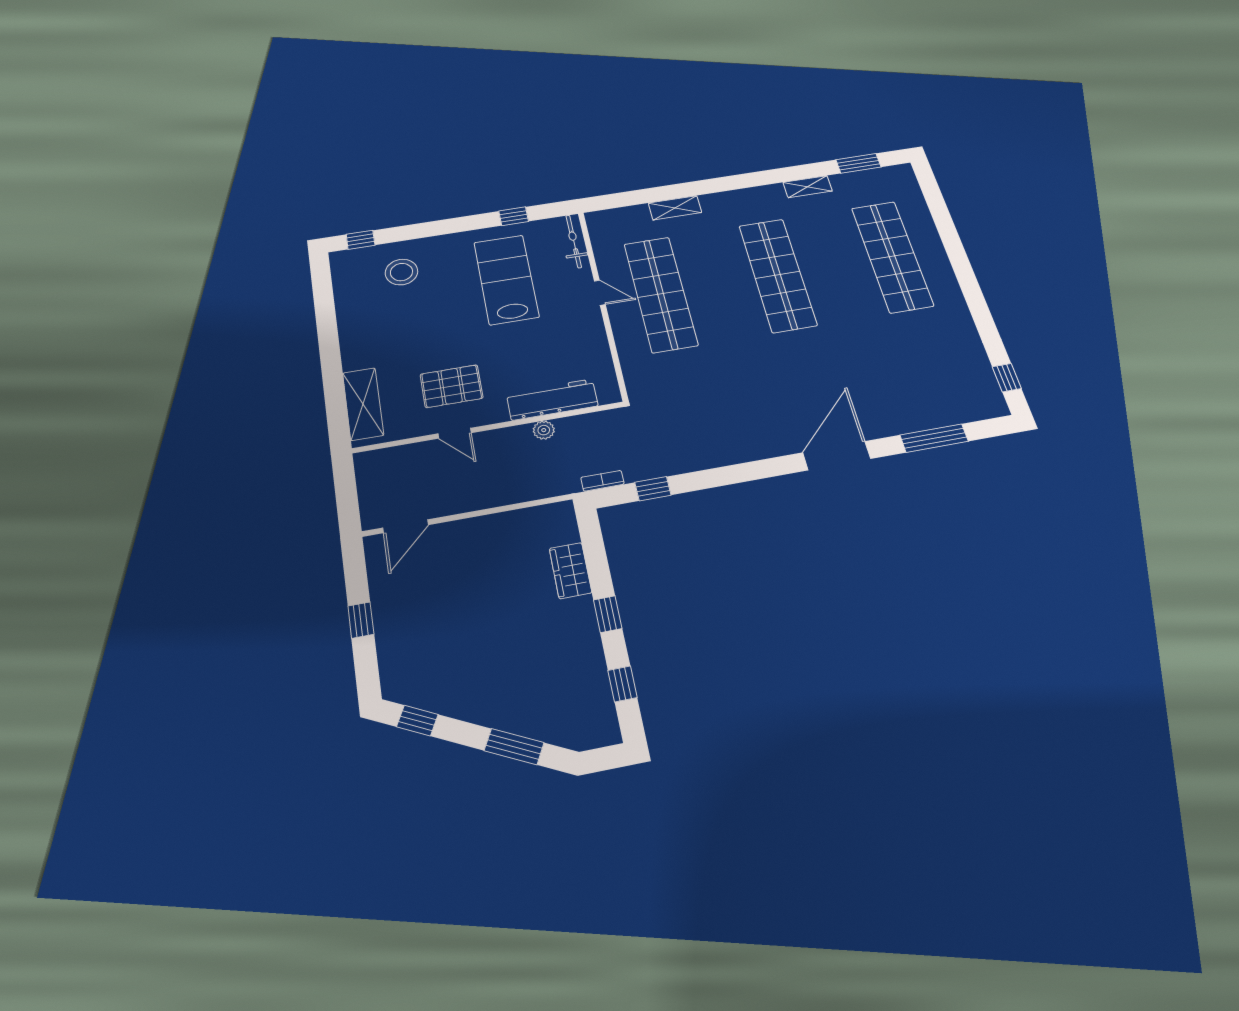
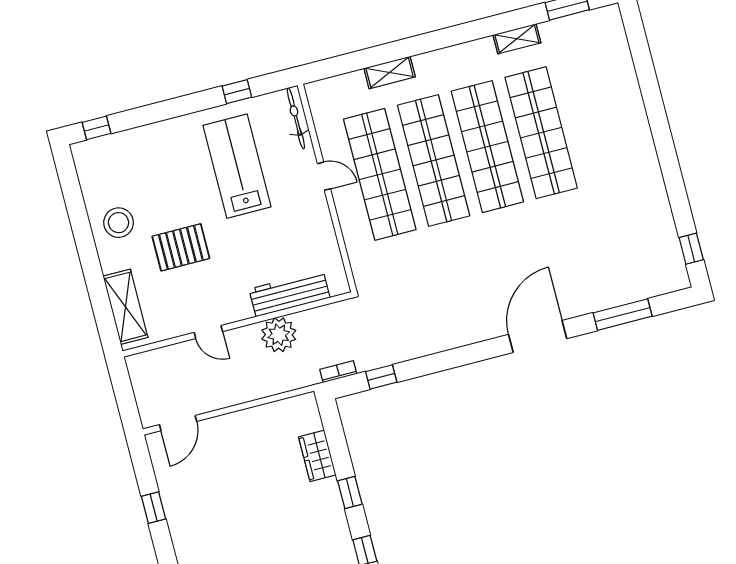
shop shelf: (892, 256) -> (541, 133), moved
stool: (401, 272) -> (119, 223), moved
shop shelf: (719, 284) -> (434, 160), added
pallet: (452, 386) -> (181, 247), moved
plant: (544, 430) -> (279, 335), width x1.87, depth x1.87

